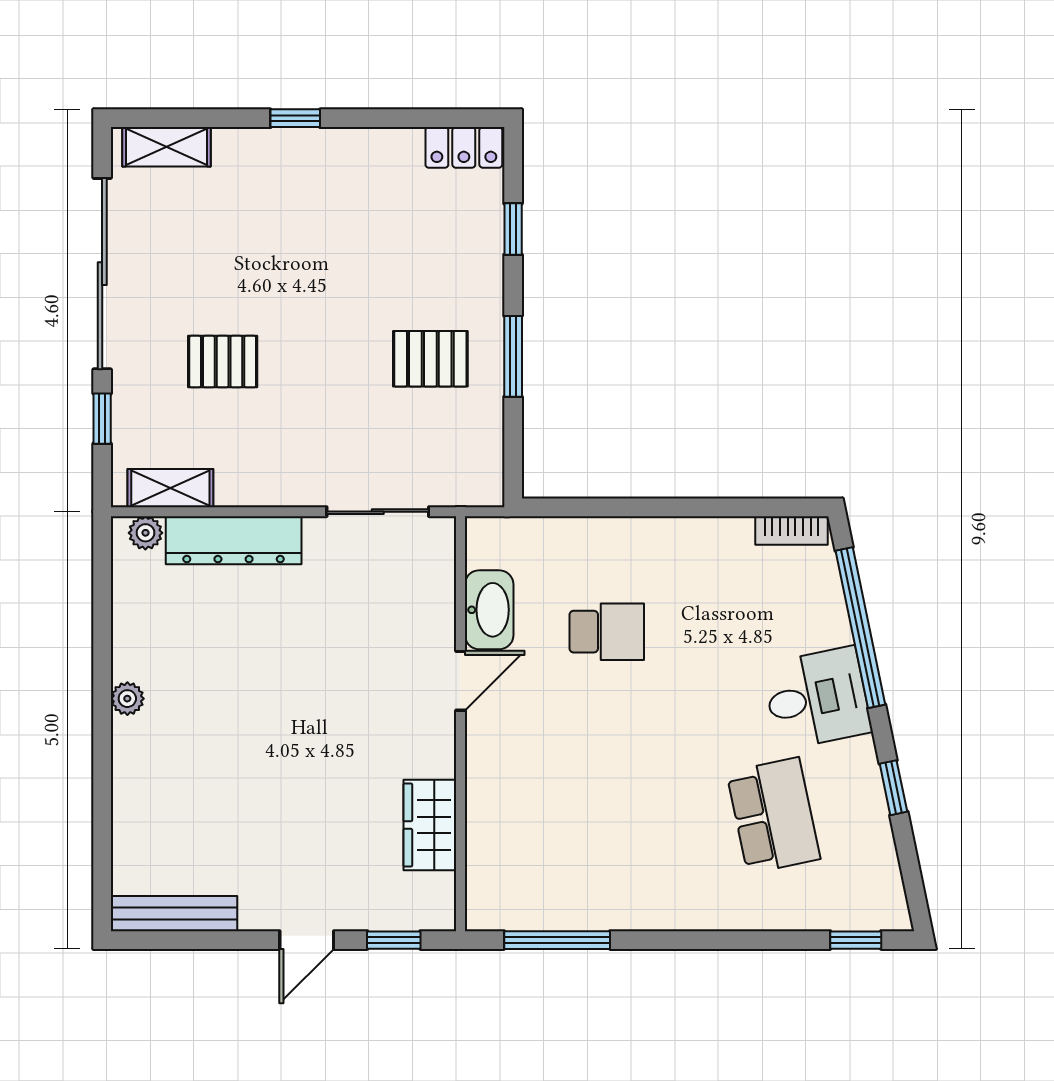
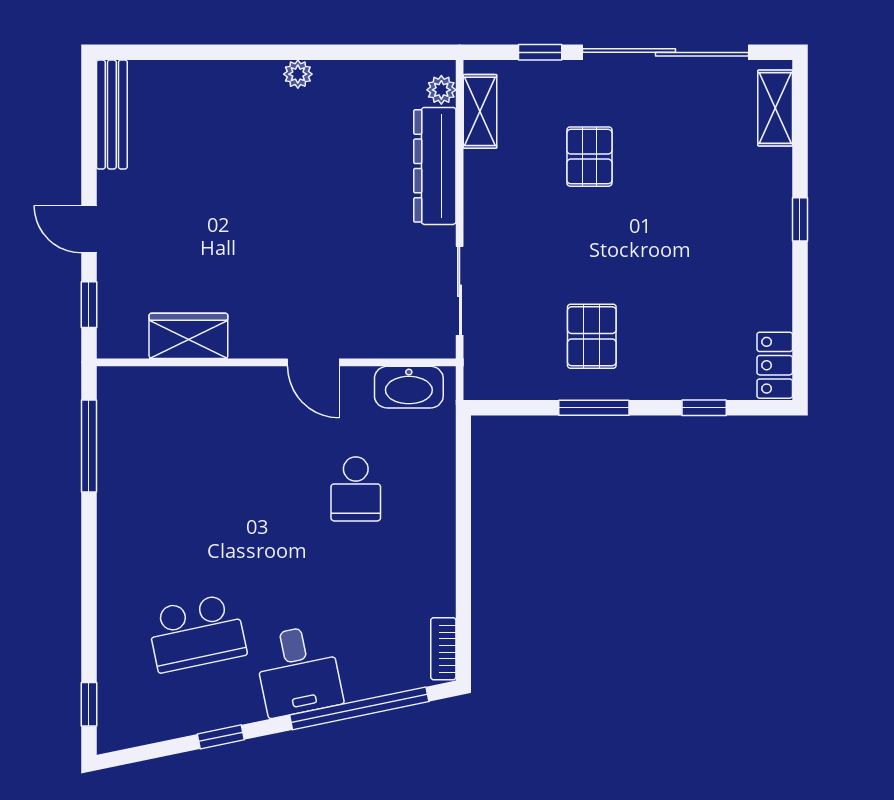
washbasin: (489, 610) -> (409, 387), moved

